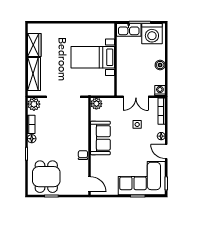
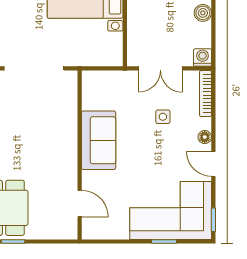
plant: (96, 104) -> (92, 80), removed
chair: (83, 155) -> (68, 170), removed
door: (90, 184) -> (80, 204), moved

